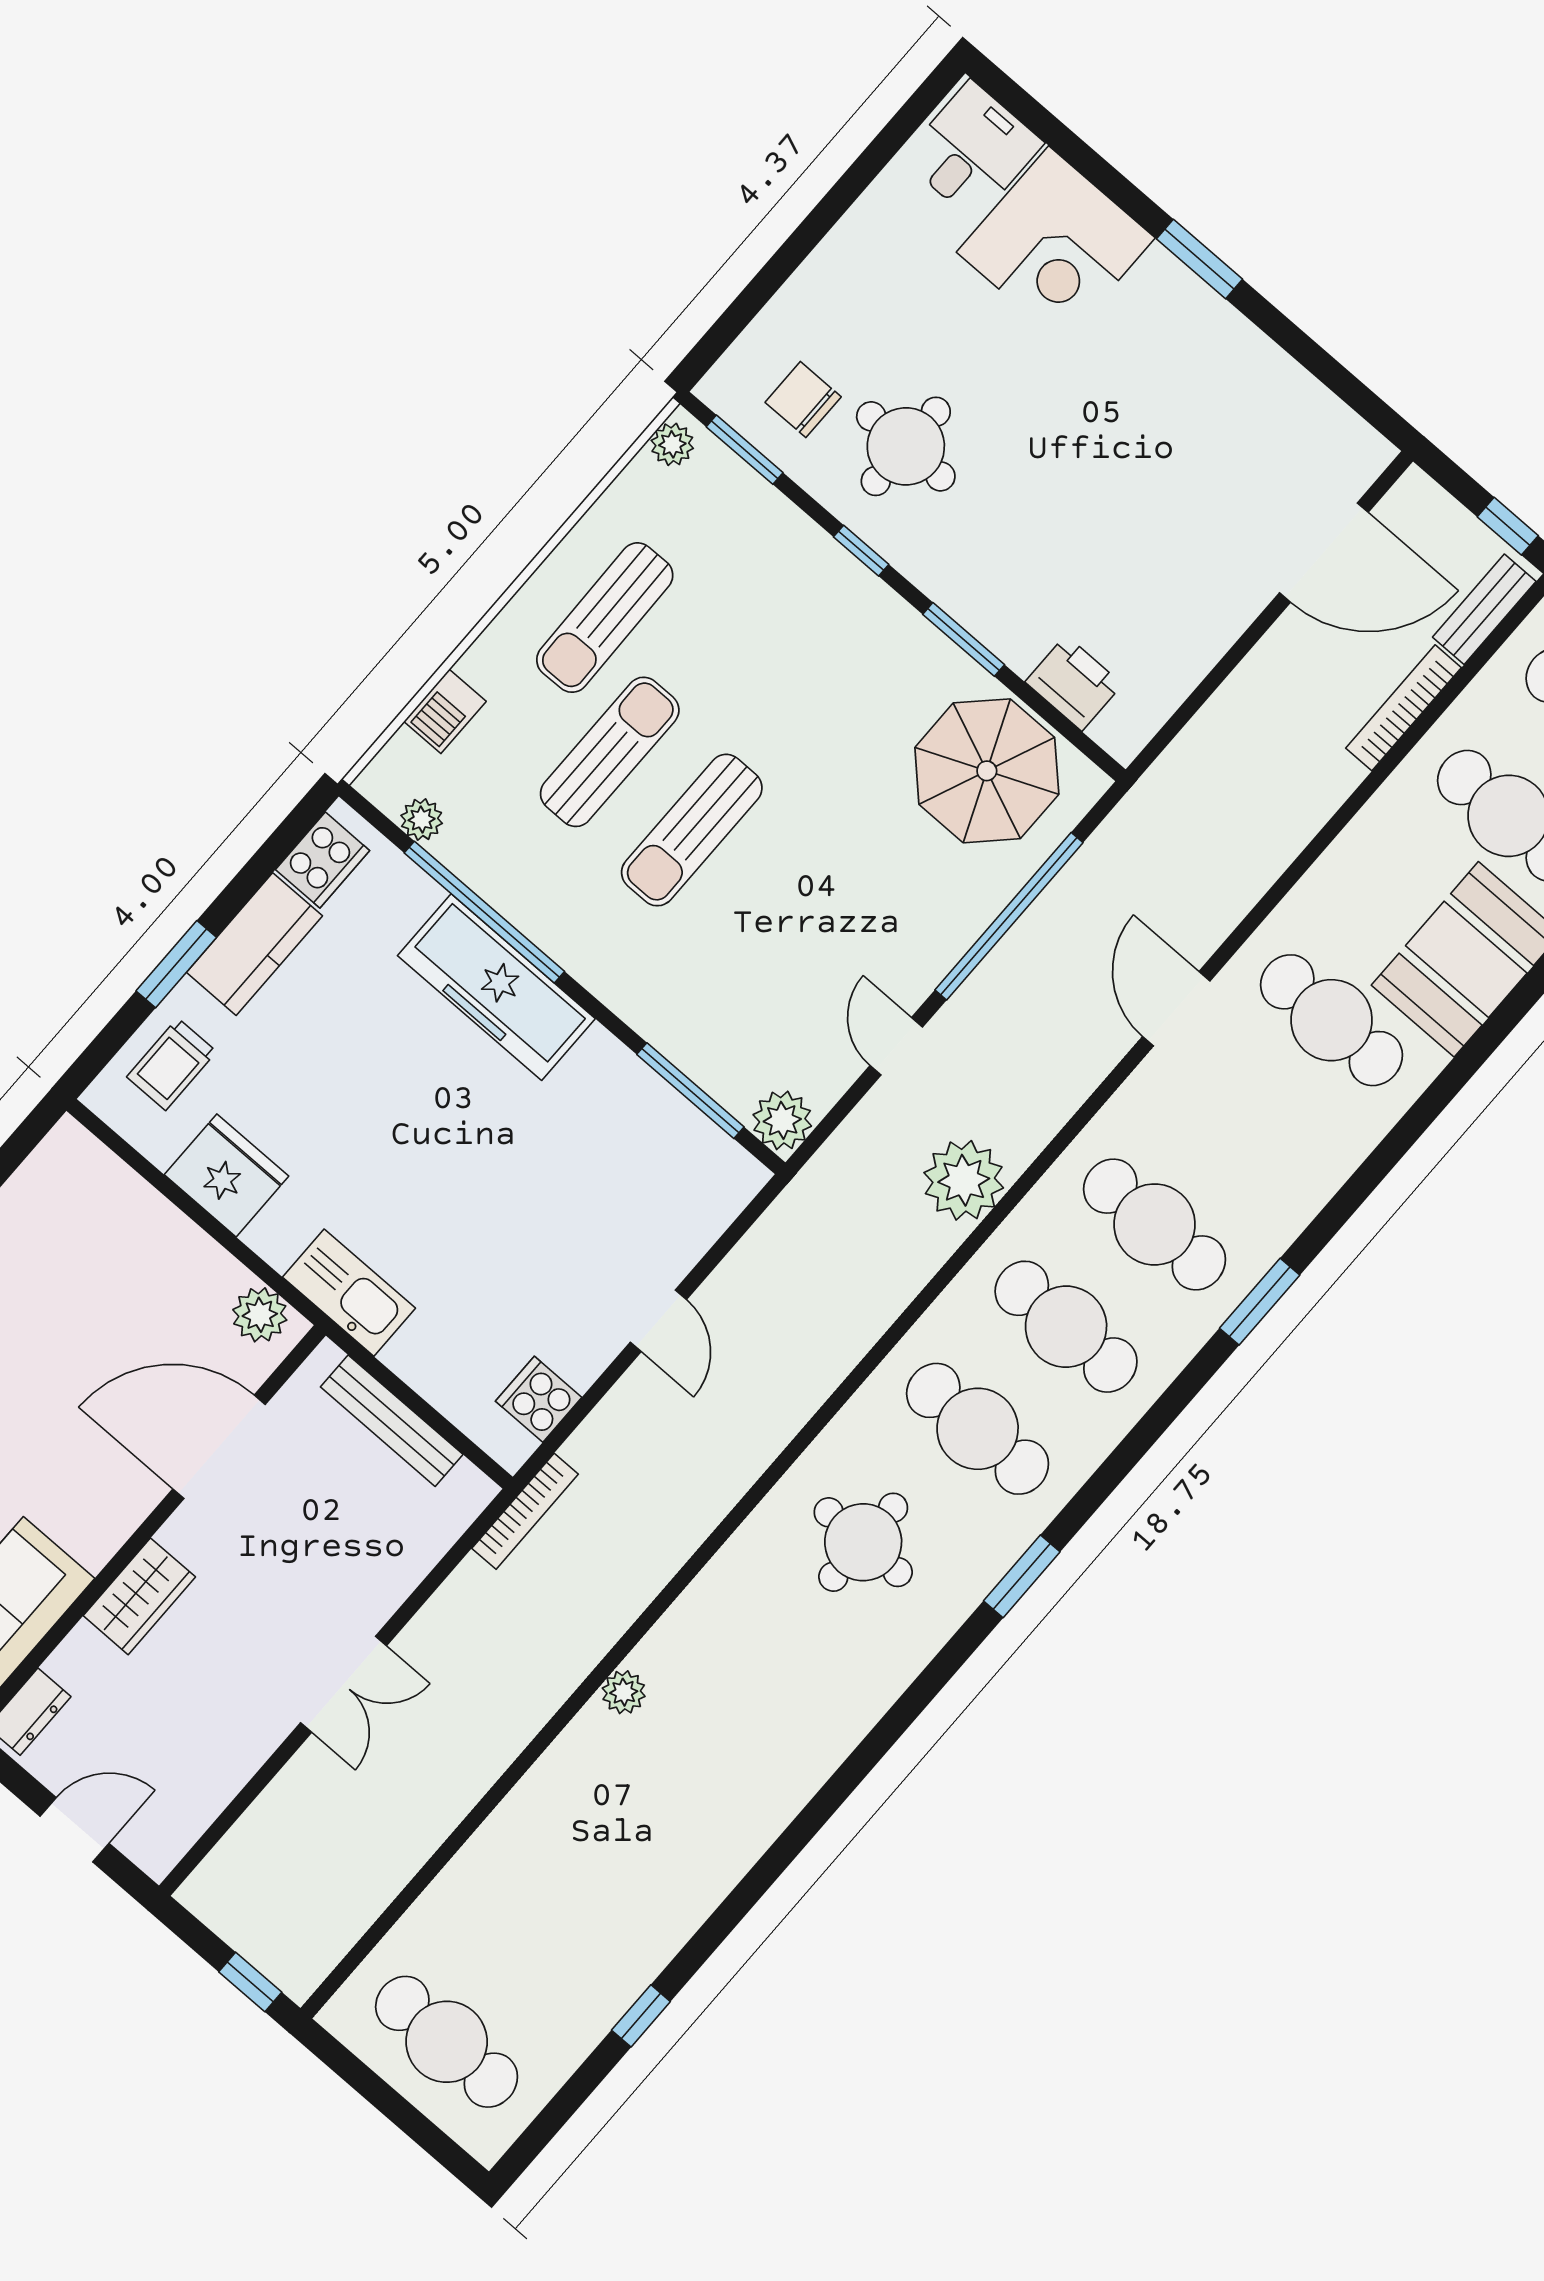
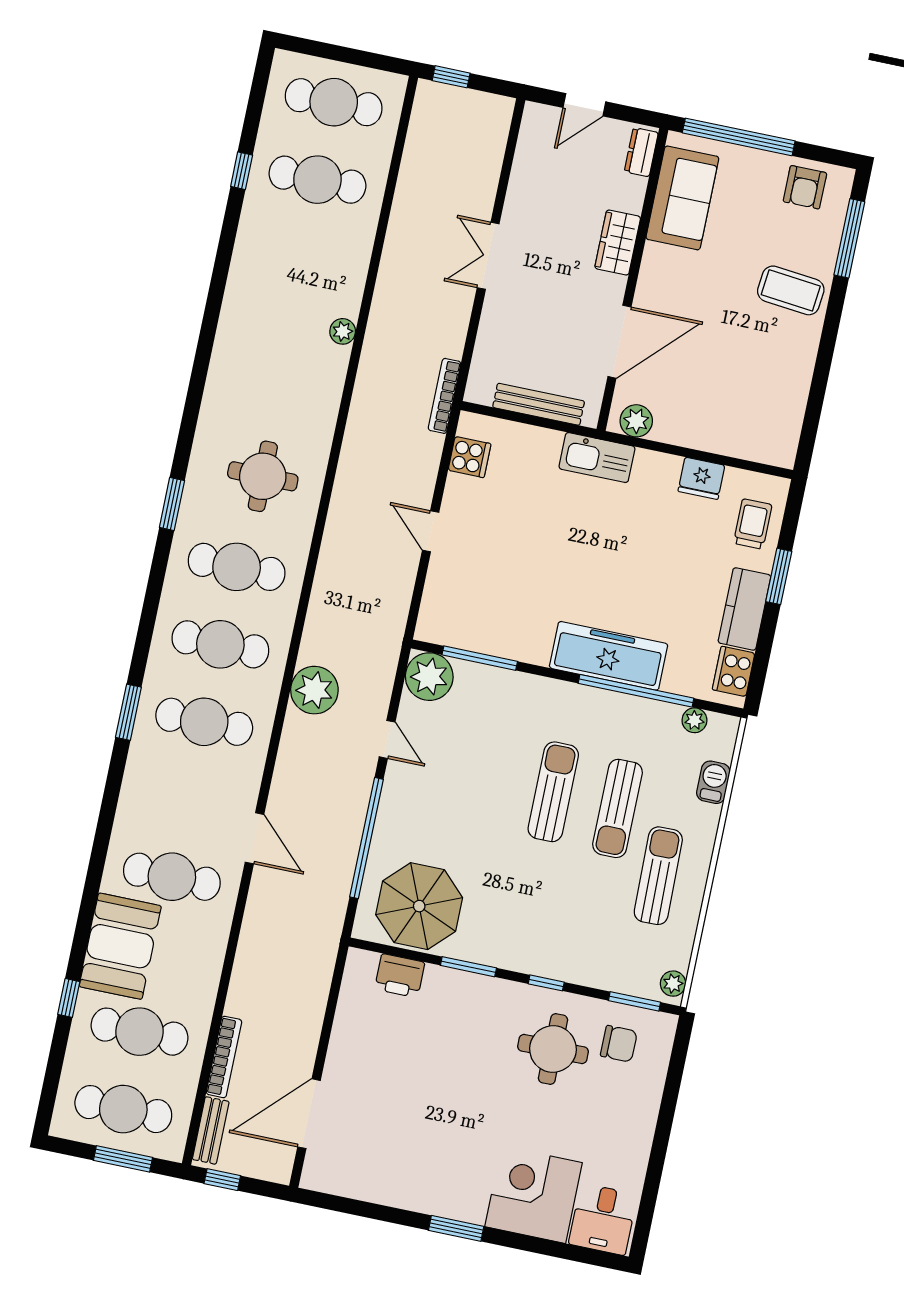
plant: (782, 1120) -> (429, 677), width x1.36, depth x1.36
fridge: (226, 1175) -> (701, 478), width x0.73, depth x0.75
cafe table: (535, 1940) -> (317, 180), added

